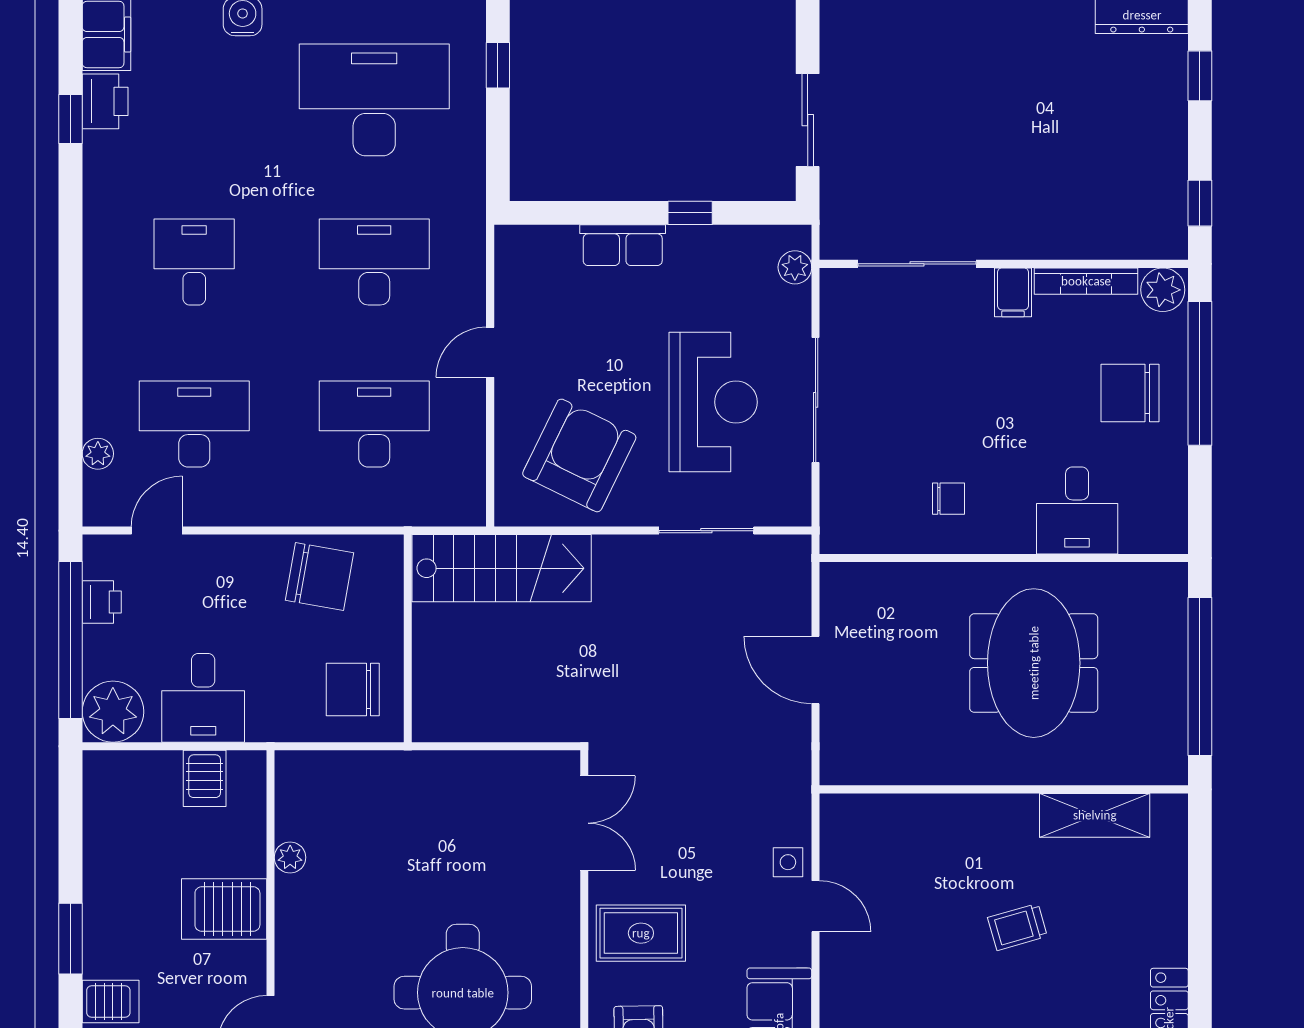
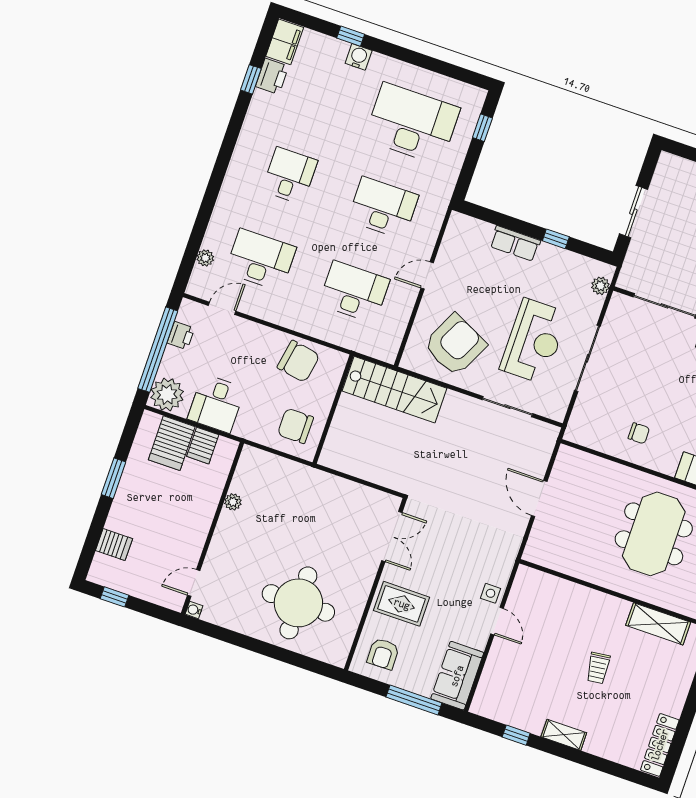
server rack: (224, 909) -> (172, 443), moved, turned -90
trolley: (1017, 927) -> (598, 668), turned -81
window: (71, 939) -> (114, 478), moved

